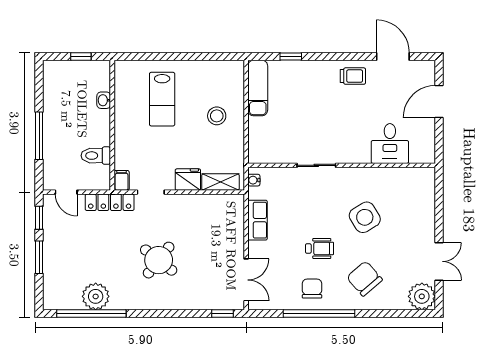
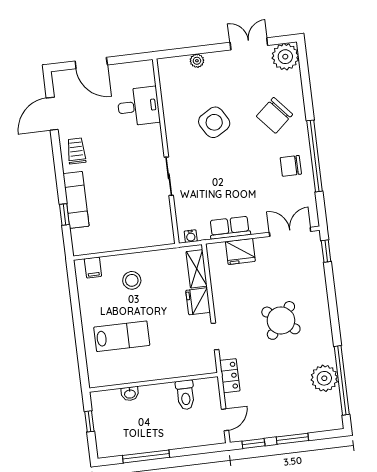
exam couch: (258, 88) -> (76, 200), moved, turned 90
window: (39, 136) -> (146, 456), moved
filing cabinet: (122, 180) -> (93, 267), moved, turned -90
locker: (110, 202) -> (230, 376), width x0.66
plant: (428, 208) -> (197, 61), added
fridge: (233, 228) -> (240, 251), added
wheelchair: (320, 248) -> (250, 163), removed

